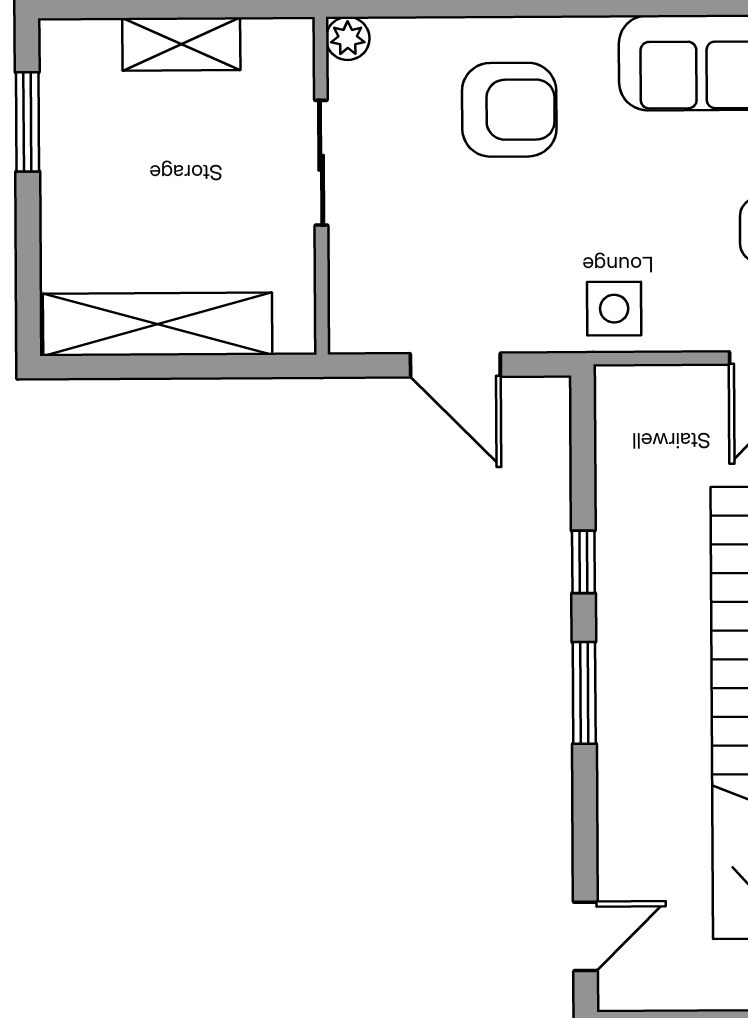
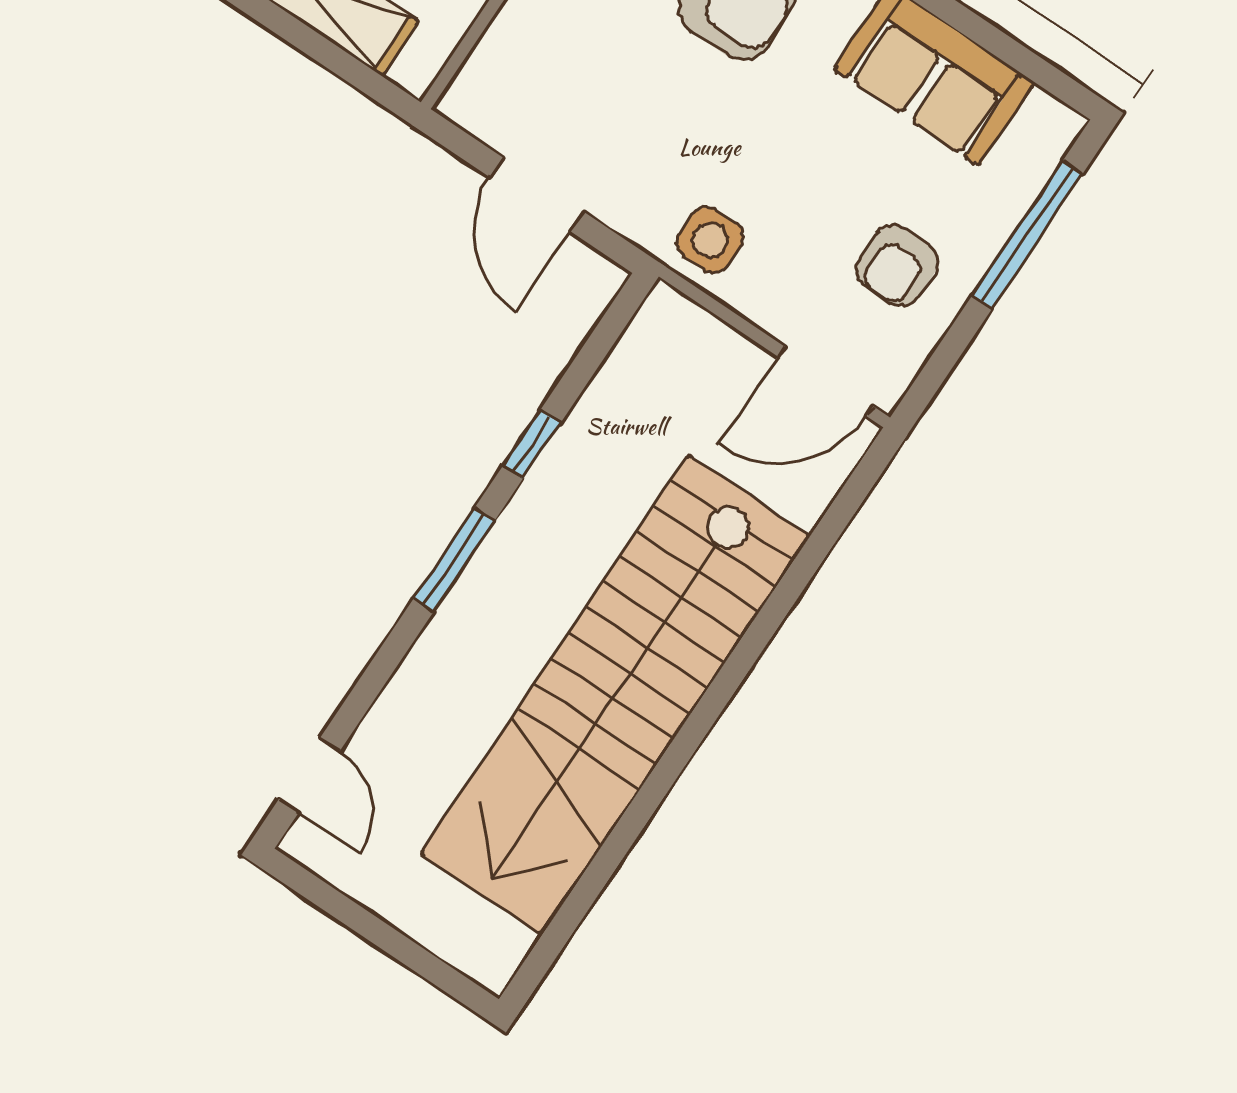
door: (585, 936) -> (310, 775), hinge flipped

